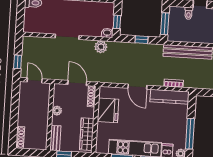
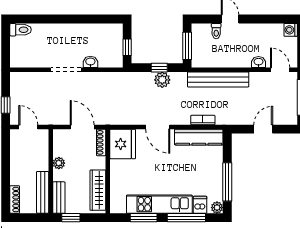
washbasin: (107, 33) -> (90, 62), moved
plant: (101, 47) -> (162, 80), moved
fridge: (108, 110) -> (123, 144), moved
bench: (43, 133) -> (43, 192), added

